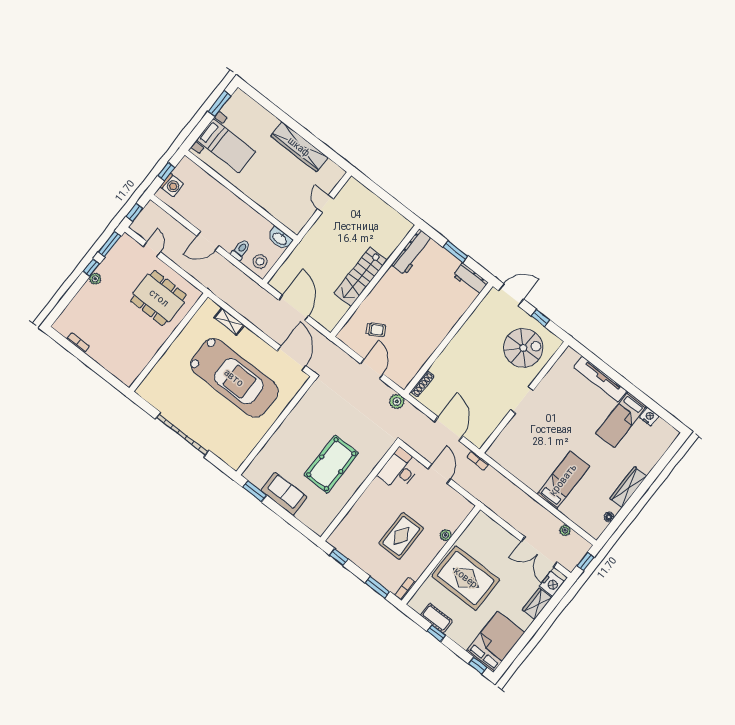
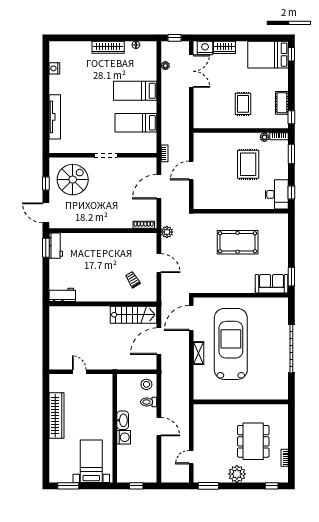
washing machine: (172, 185) -> (124, 437), moved, turned 90
door: (325, 204) -> (79, 372), swing flipped
window: (134, 212) -> (177, 486), removed
washbasin: (280, 238) -> (123, 420), moved
workbench: (412, 252) -> (62, 295), width x0.73
window: (456, 252) -> (46, 248), moved
window: (91, 268) -> (272, 486), moved
stairs: (361, 277) -> (134, 315), moved
plant: (95, 279) -> (237, 474), width x1.87, depth x1.87
dining table: (159, 298) -> (253, 441), moved
shelving: (229, 321) -> (198, 353), moved
spiral stairs: (523, 348) -> (73, 180), turned 90
door: (372, 369) -> (159, 263), swing flipped
bed: (621, 420) -> (136, 123), moved, turned 180
desk: (399, 470) -> (277, 194), moved, turned -90
sofa: (284, 494) -> (271, 284), moved, turned 90
plant: (446, 535) -> (264, 137), moved
rug: (401, 536) -> (248, 164), turned 90
rug: (466, 578) -> (243, 104), width x0.54, depth x0.49
window: (436, 633) -> (291, 117), moved

